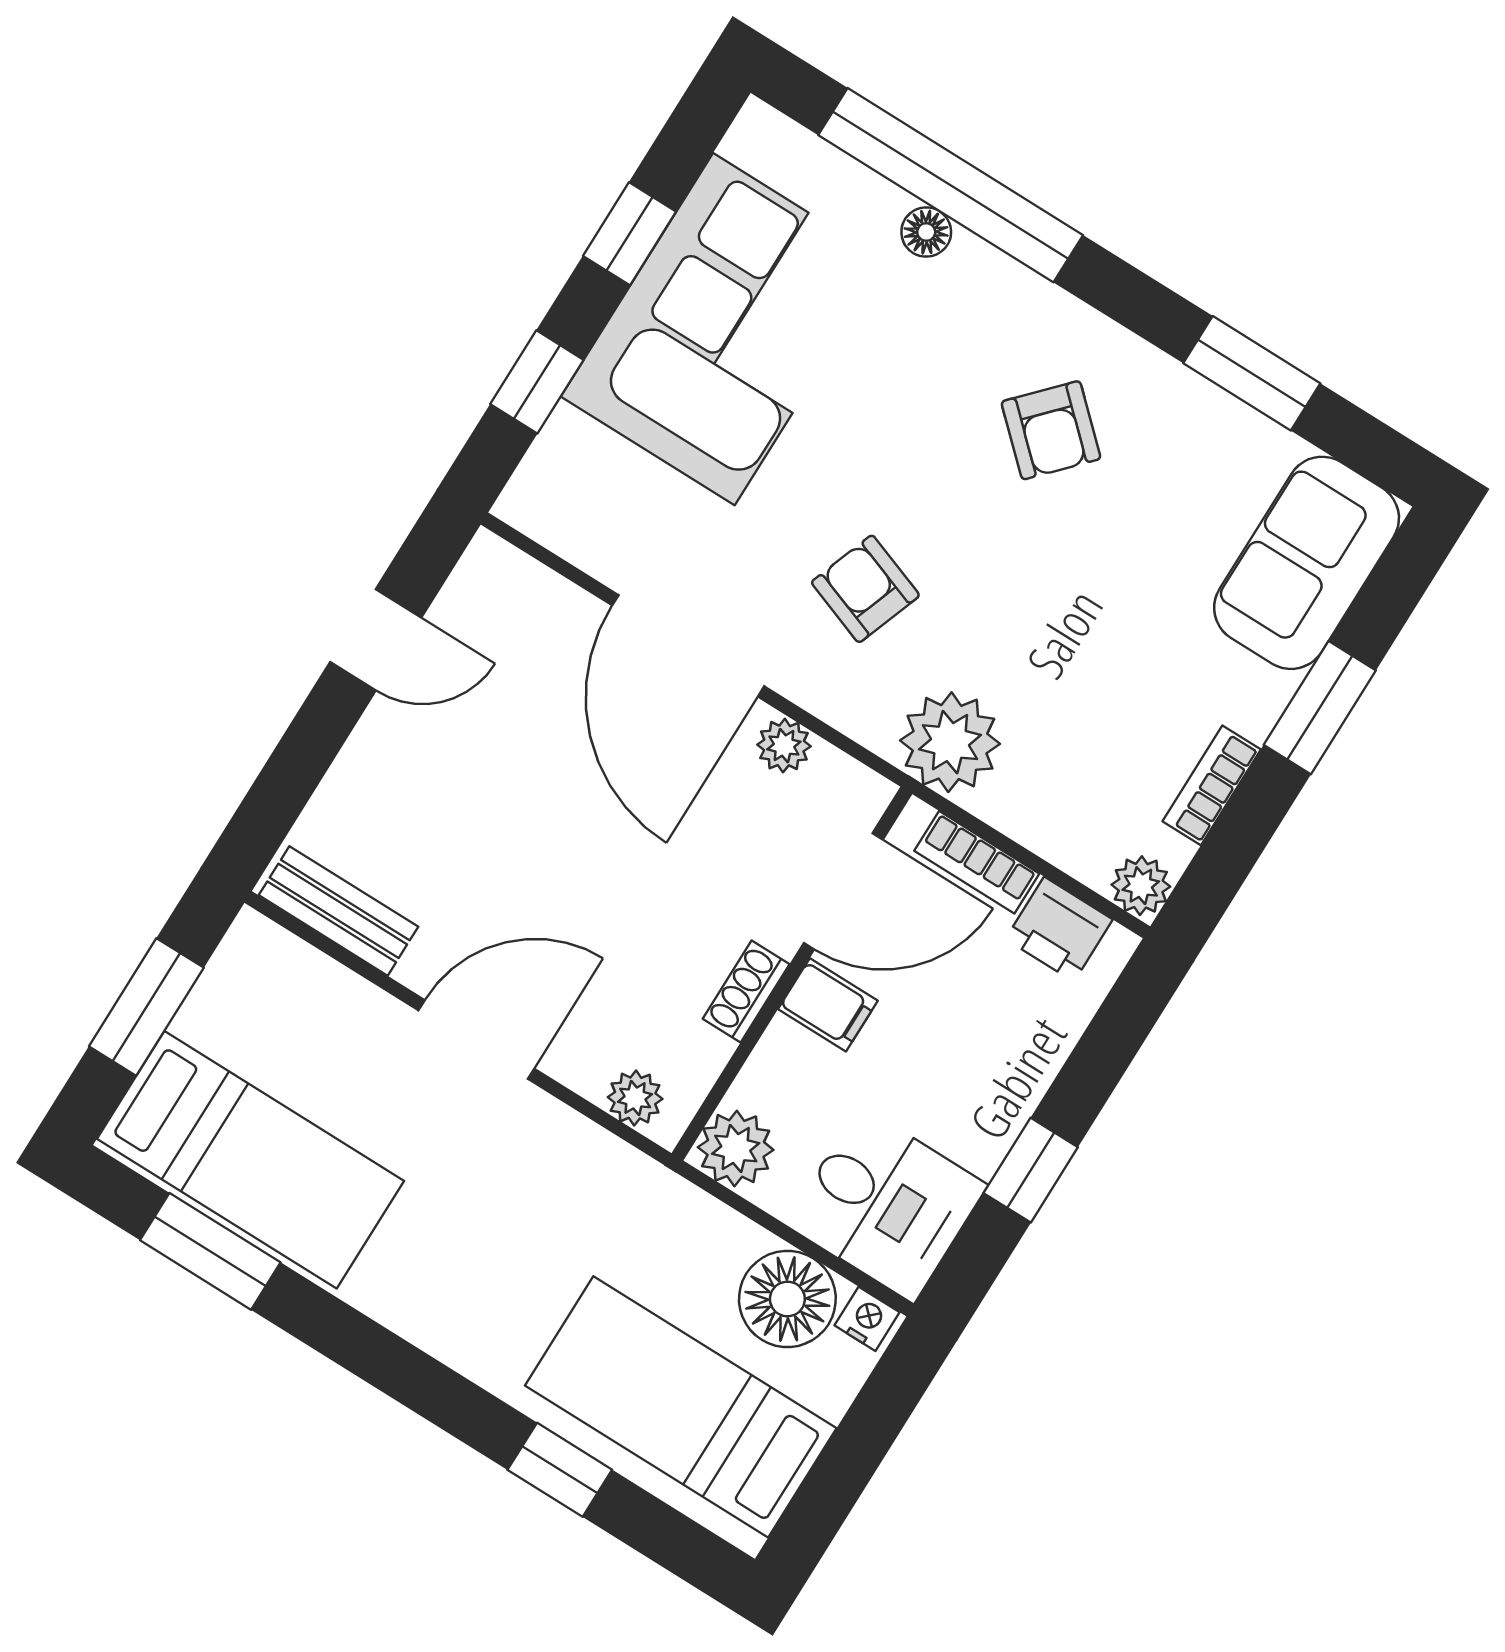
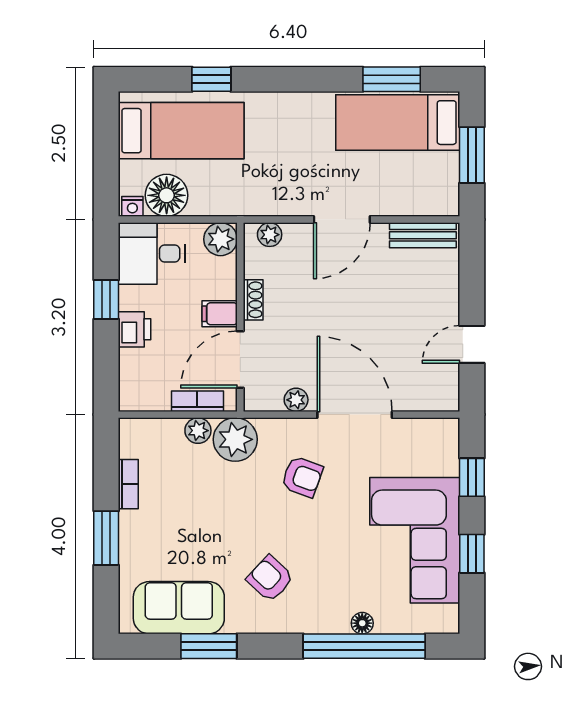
sofa: (1307, 563) -> (179, 608), moved, turned -90
plant: (1141, 886) -> (198, 431), moved
printer: (1059, 929) -> (134, 329), moved, turned 90

